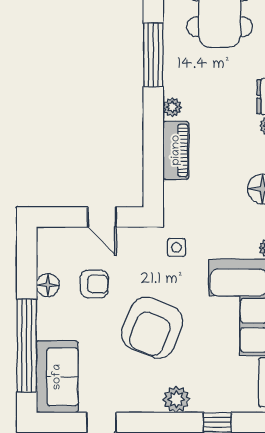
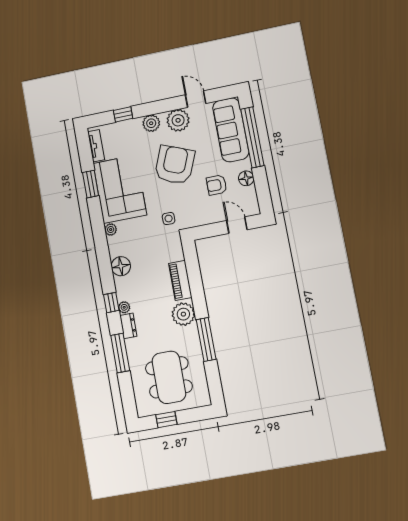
plant: (172, 107) -> (183, 314), width x1.88, depth x1.88
door: (102, 217) -> (237, 225), moved
sofa: (57, 377) -> (231, 130), width x1.36
plant: (134, 395) -> (178, 120), added

